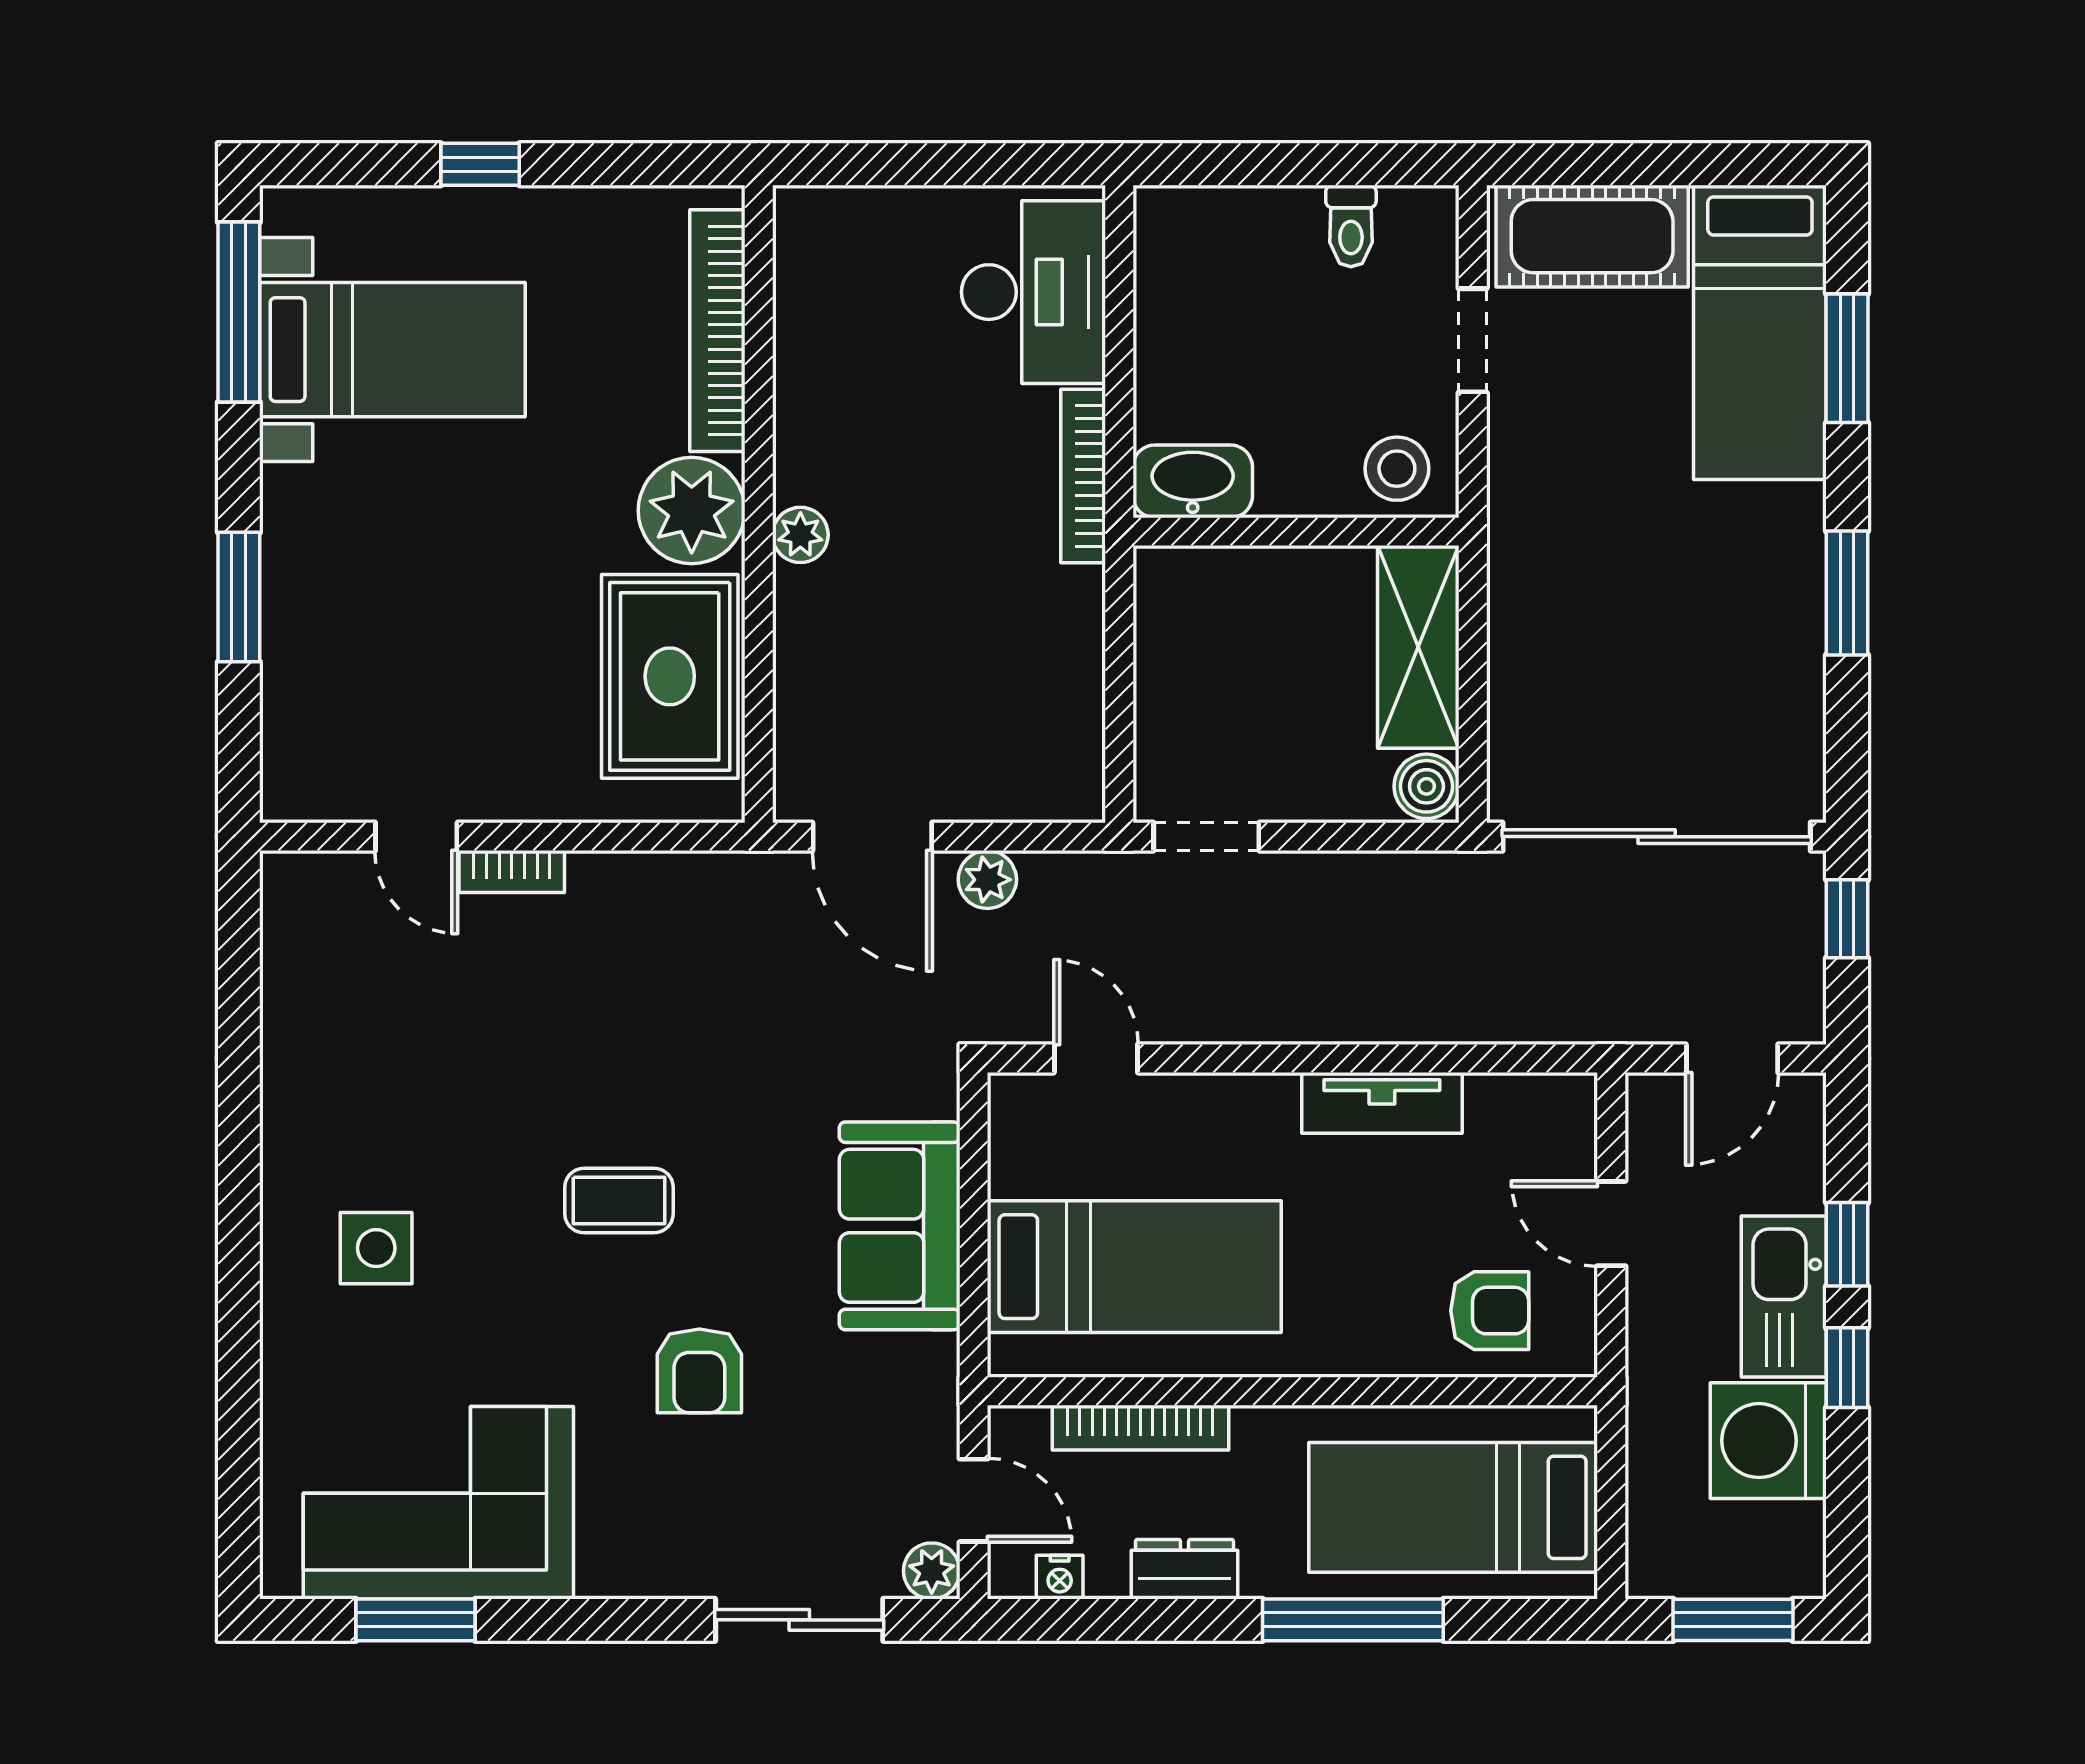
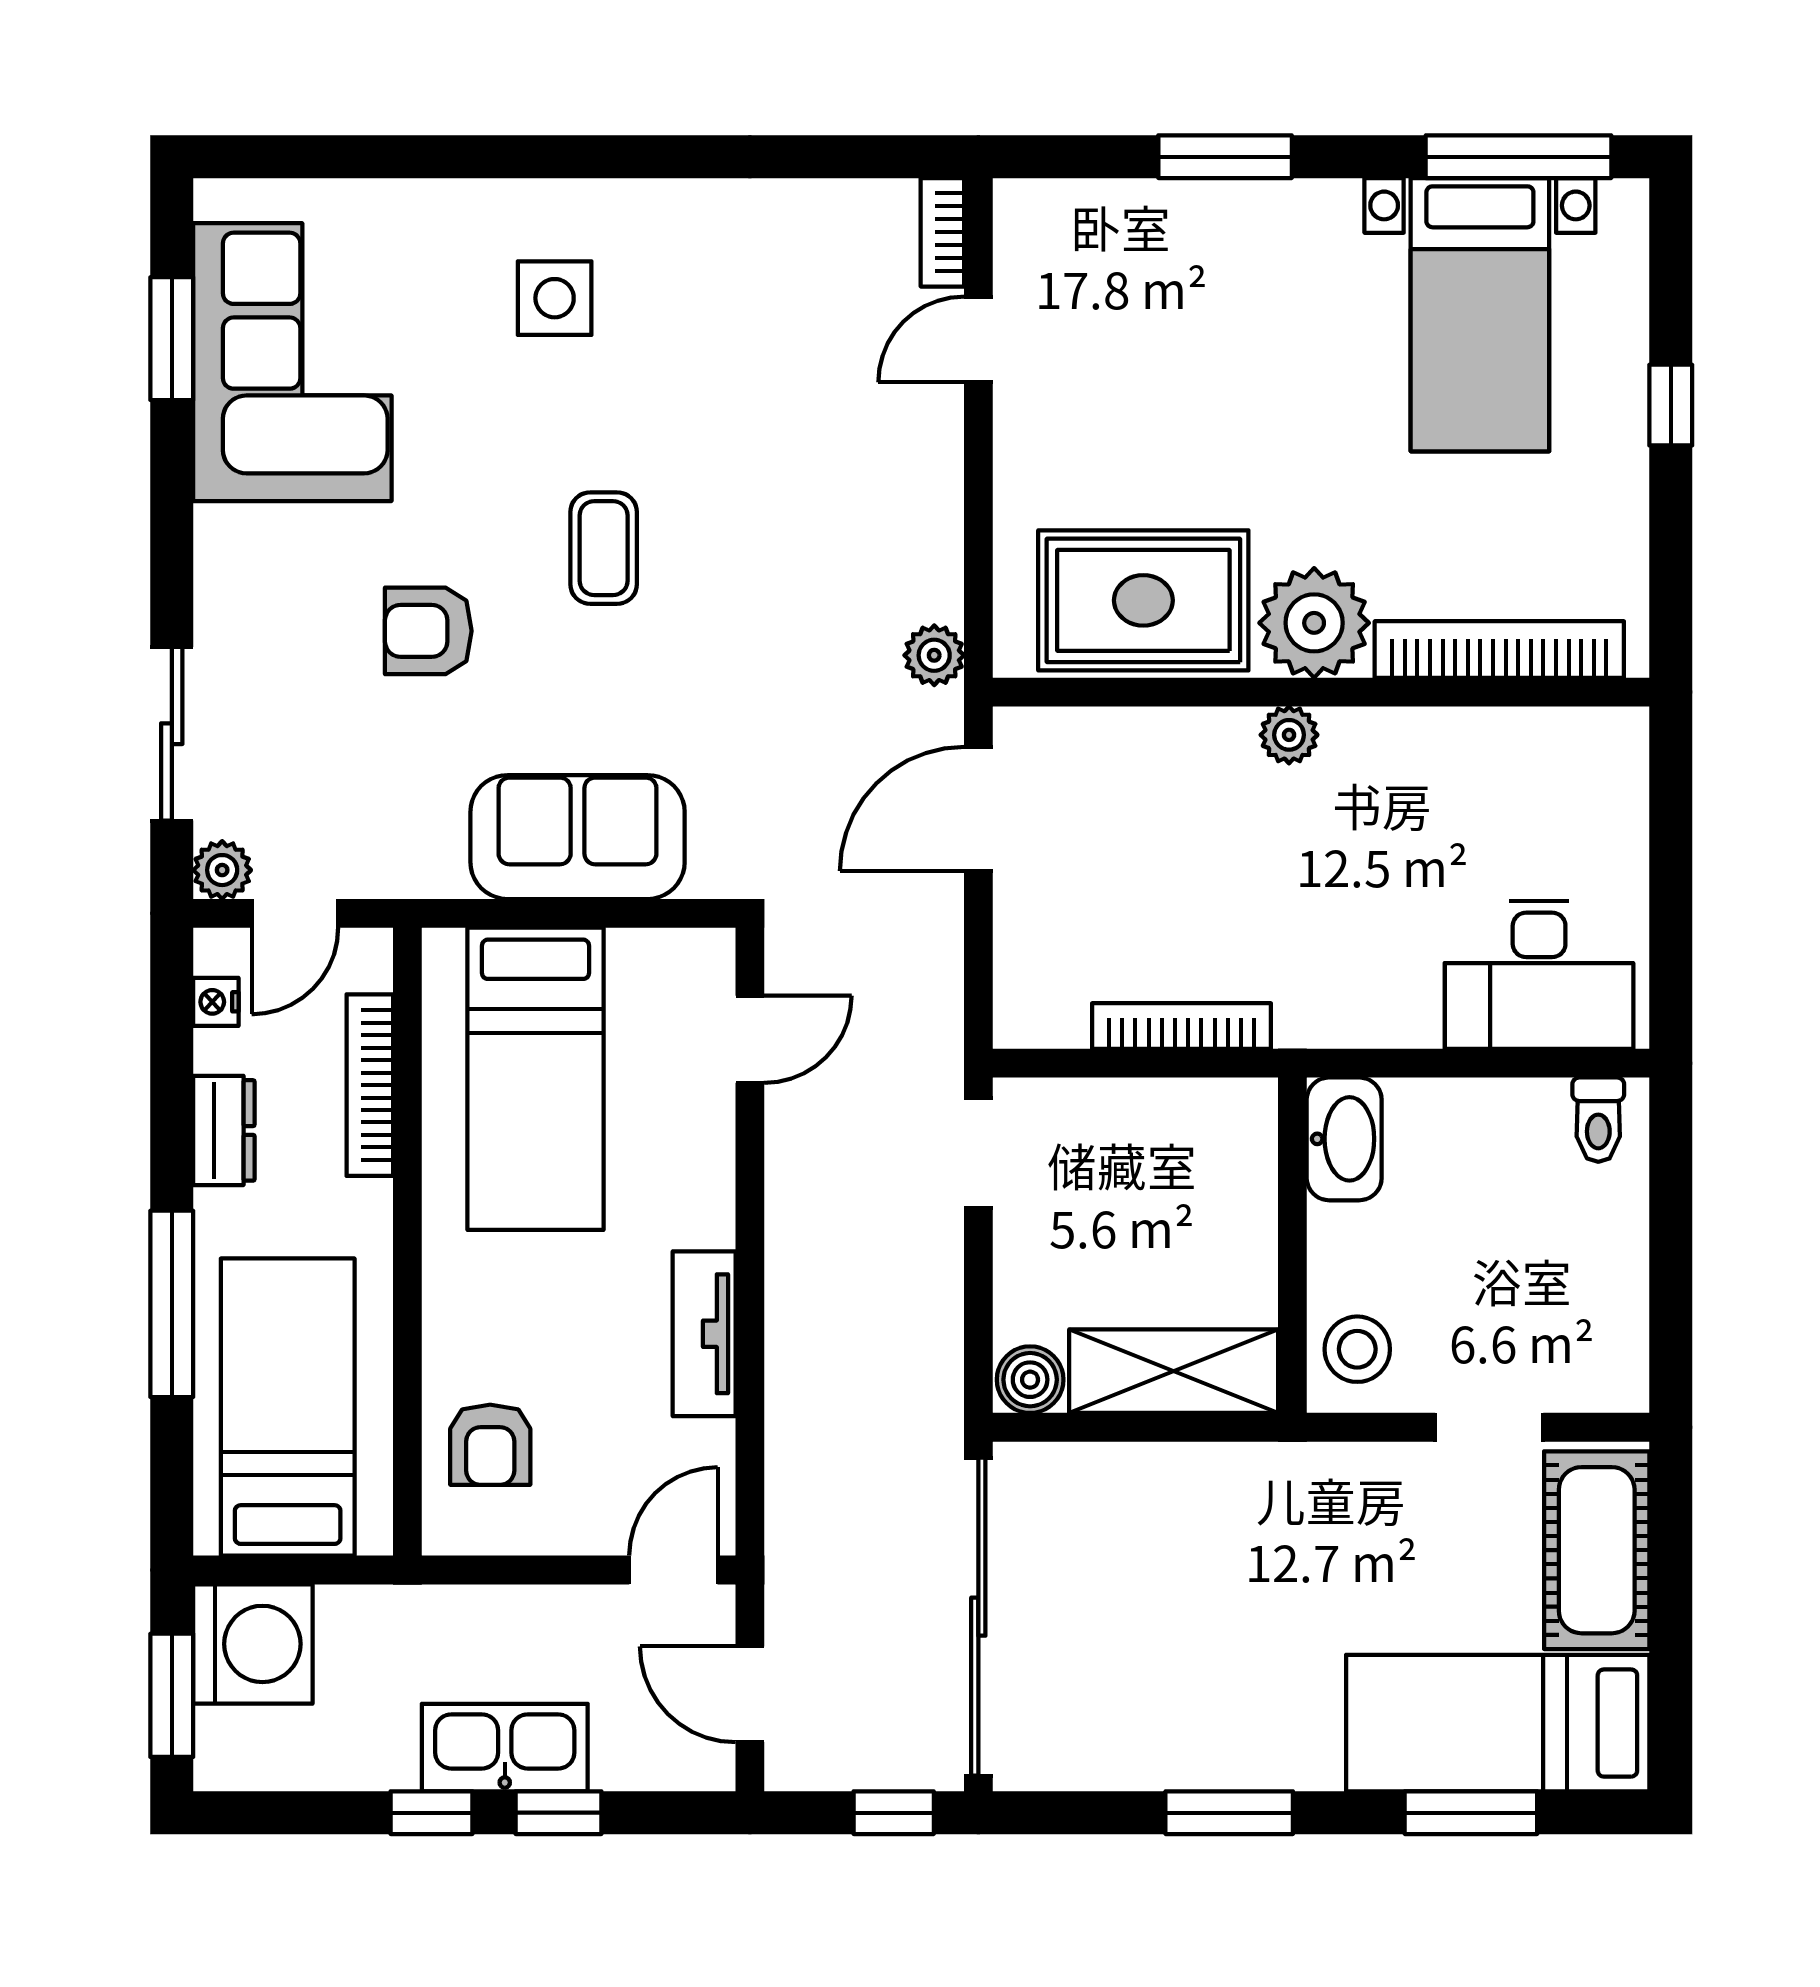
toilet: (1351, 226) -> (1598, 1120), moved, turned -90
bookcase: (1083, 476) -> (1182, 1026), moved
bookcase: (512, 872) -> (942, 232), moved
plant: (987, 880) -> (934, 655), moved
door: (1611, 1224) -> (673, 1570), moved
washing machine: (1768, 1441) -> (253, 1644), moved, turned 90

